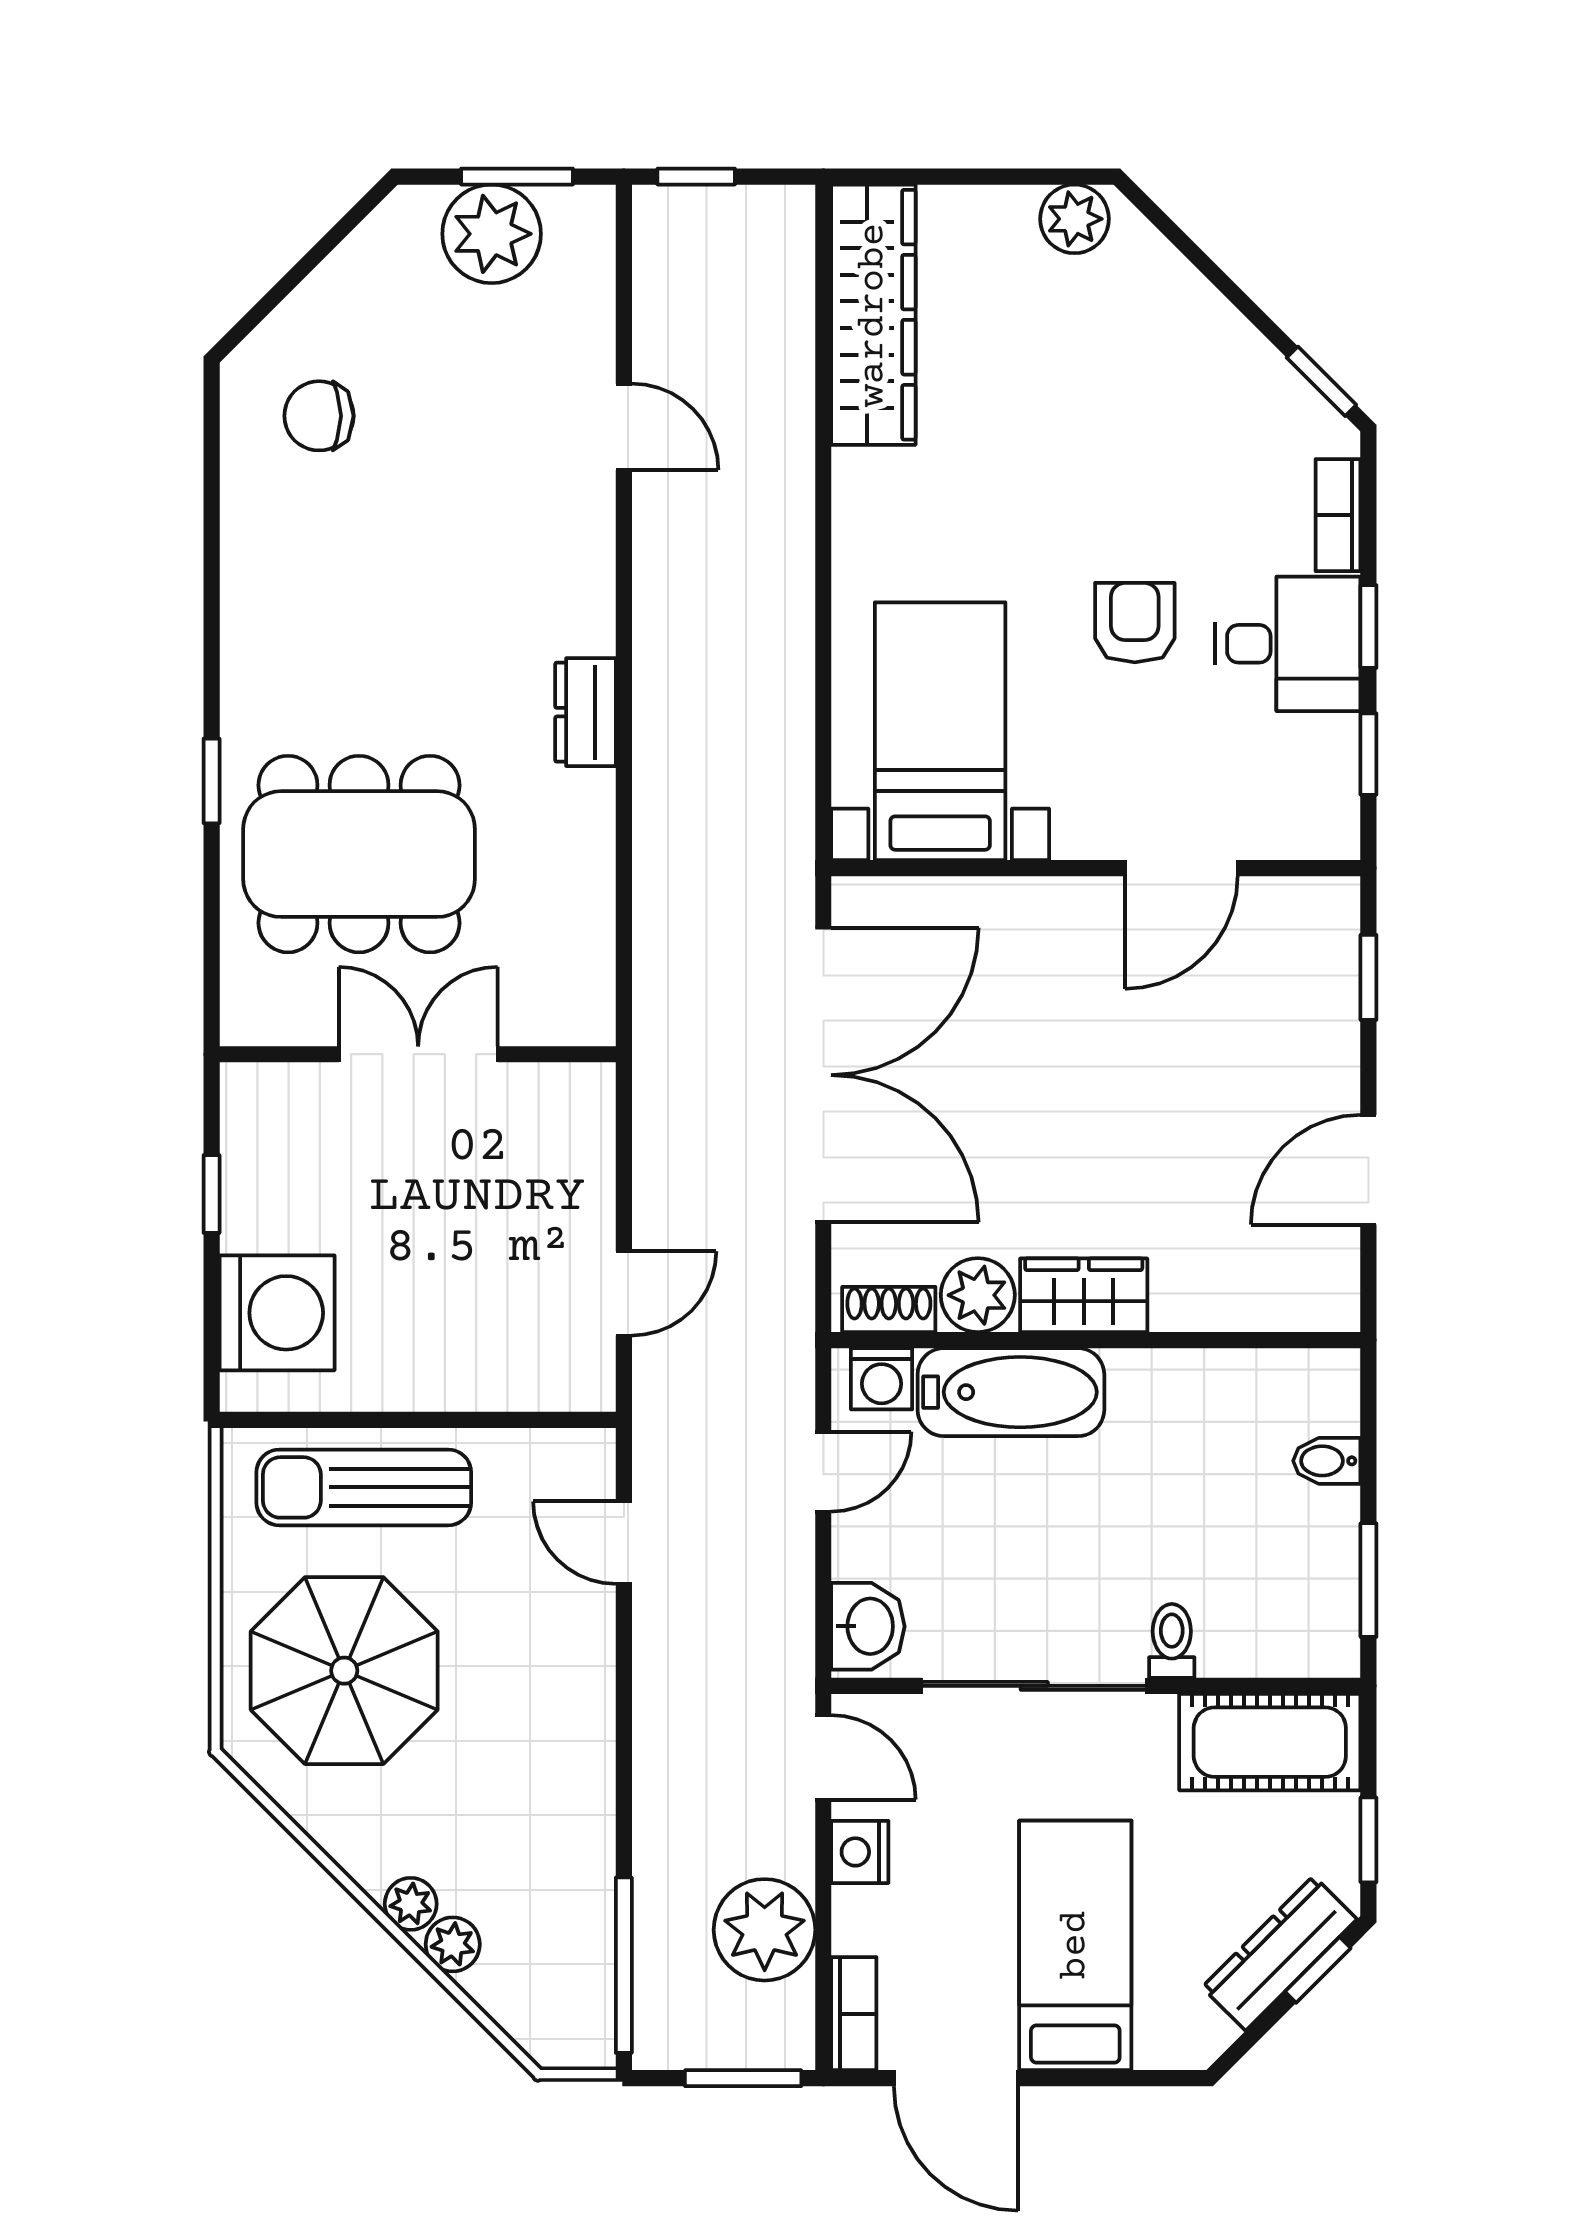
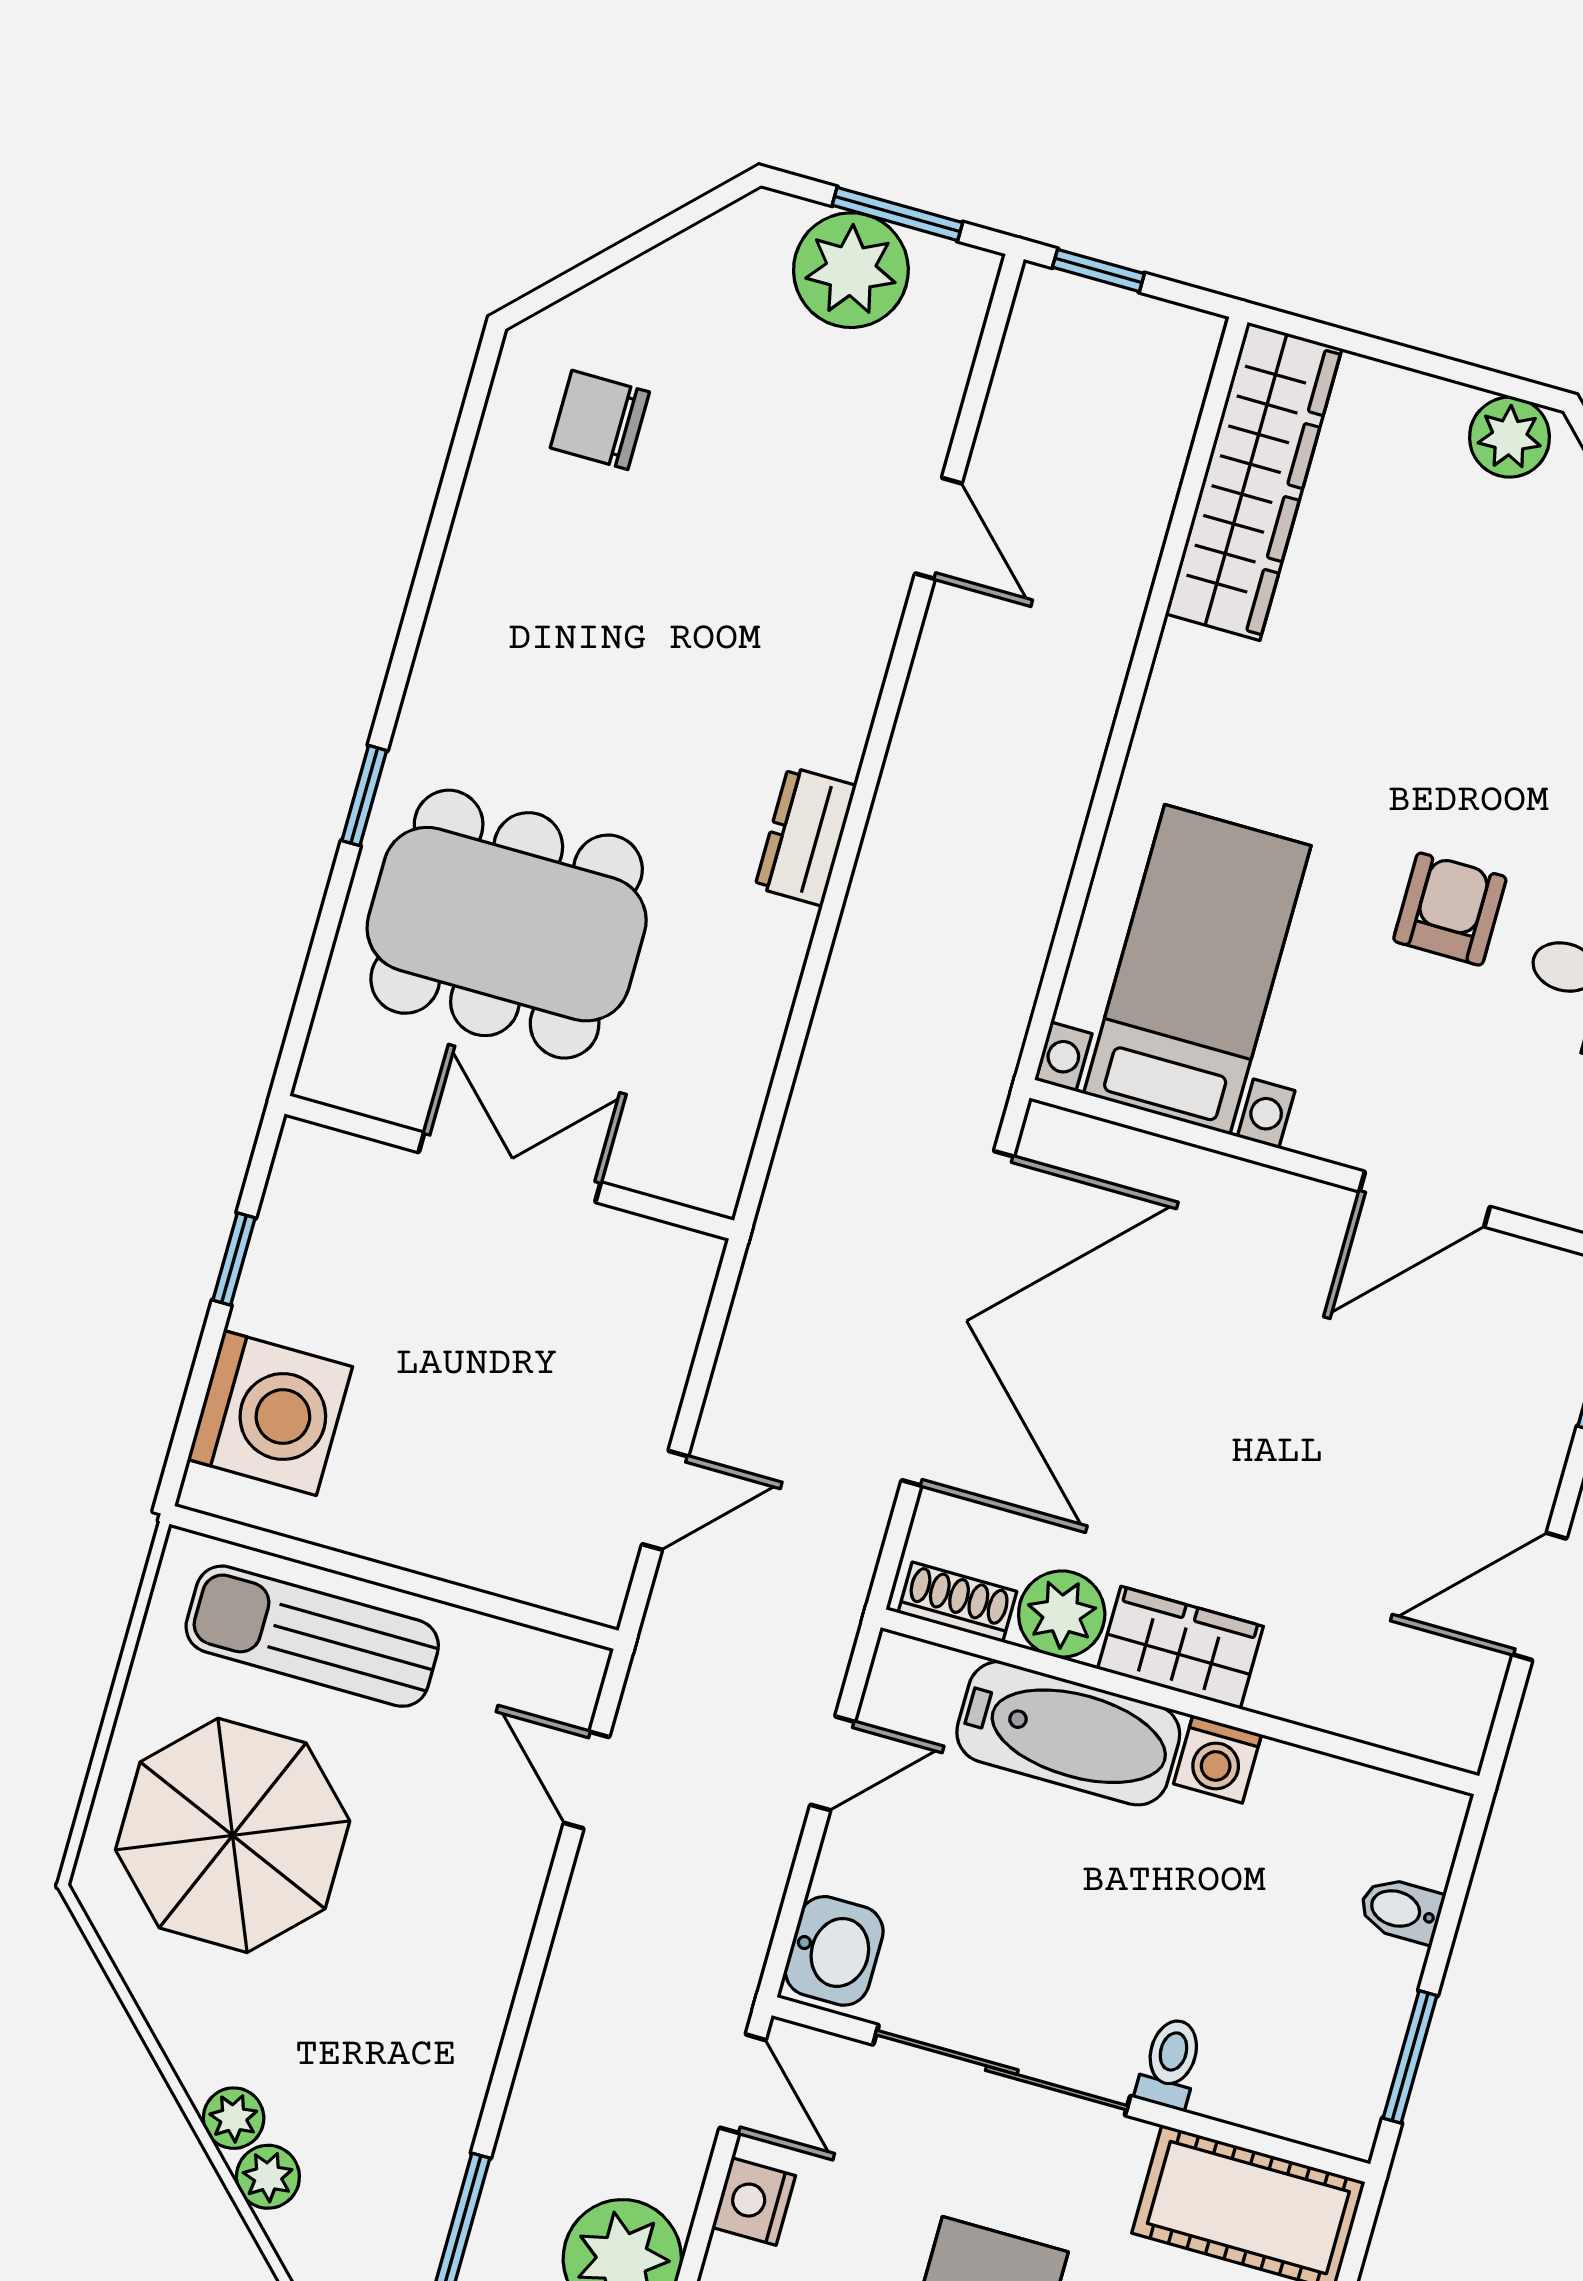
washing machine: (882, 1379) -> (1218, 1759), moved

